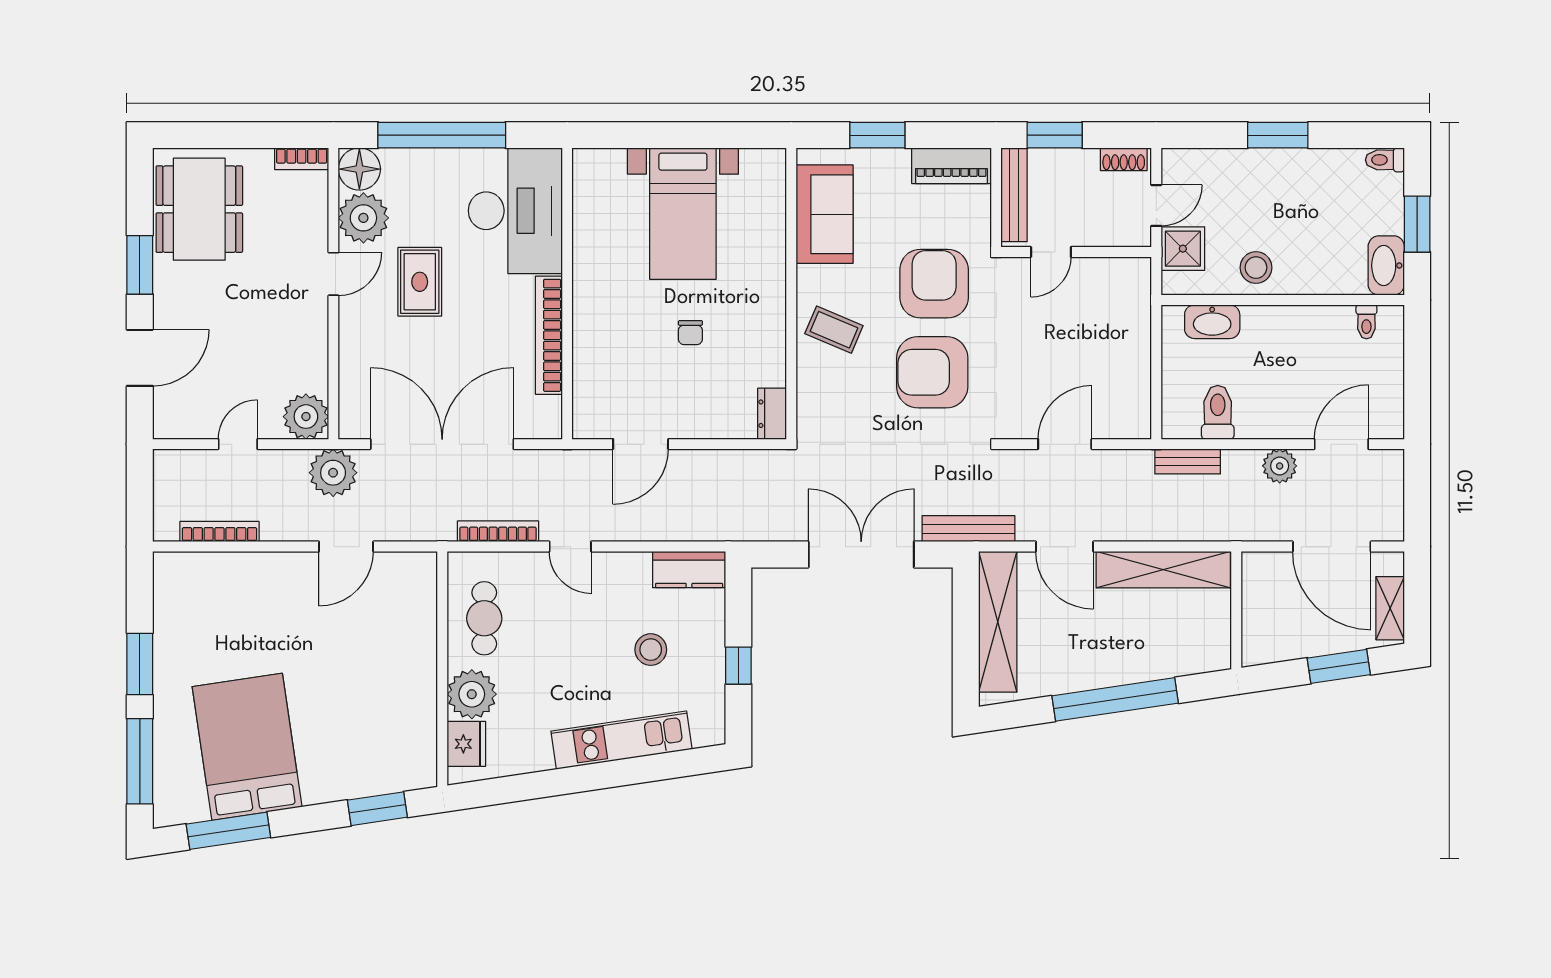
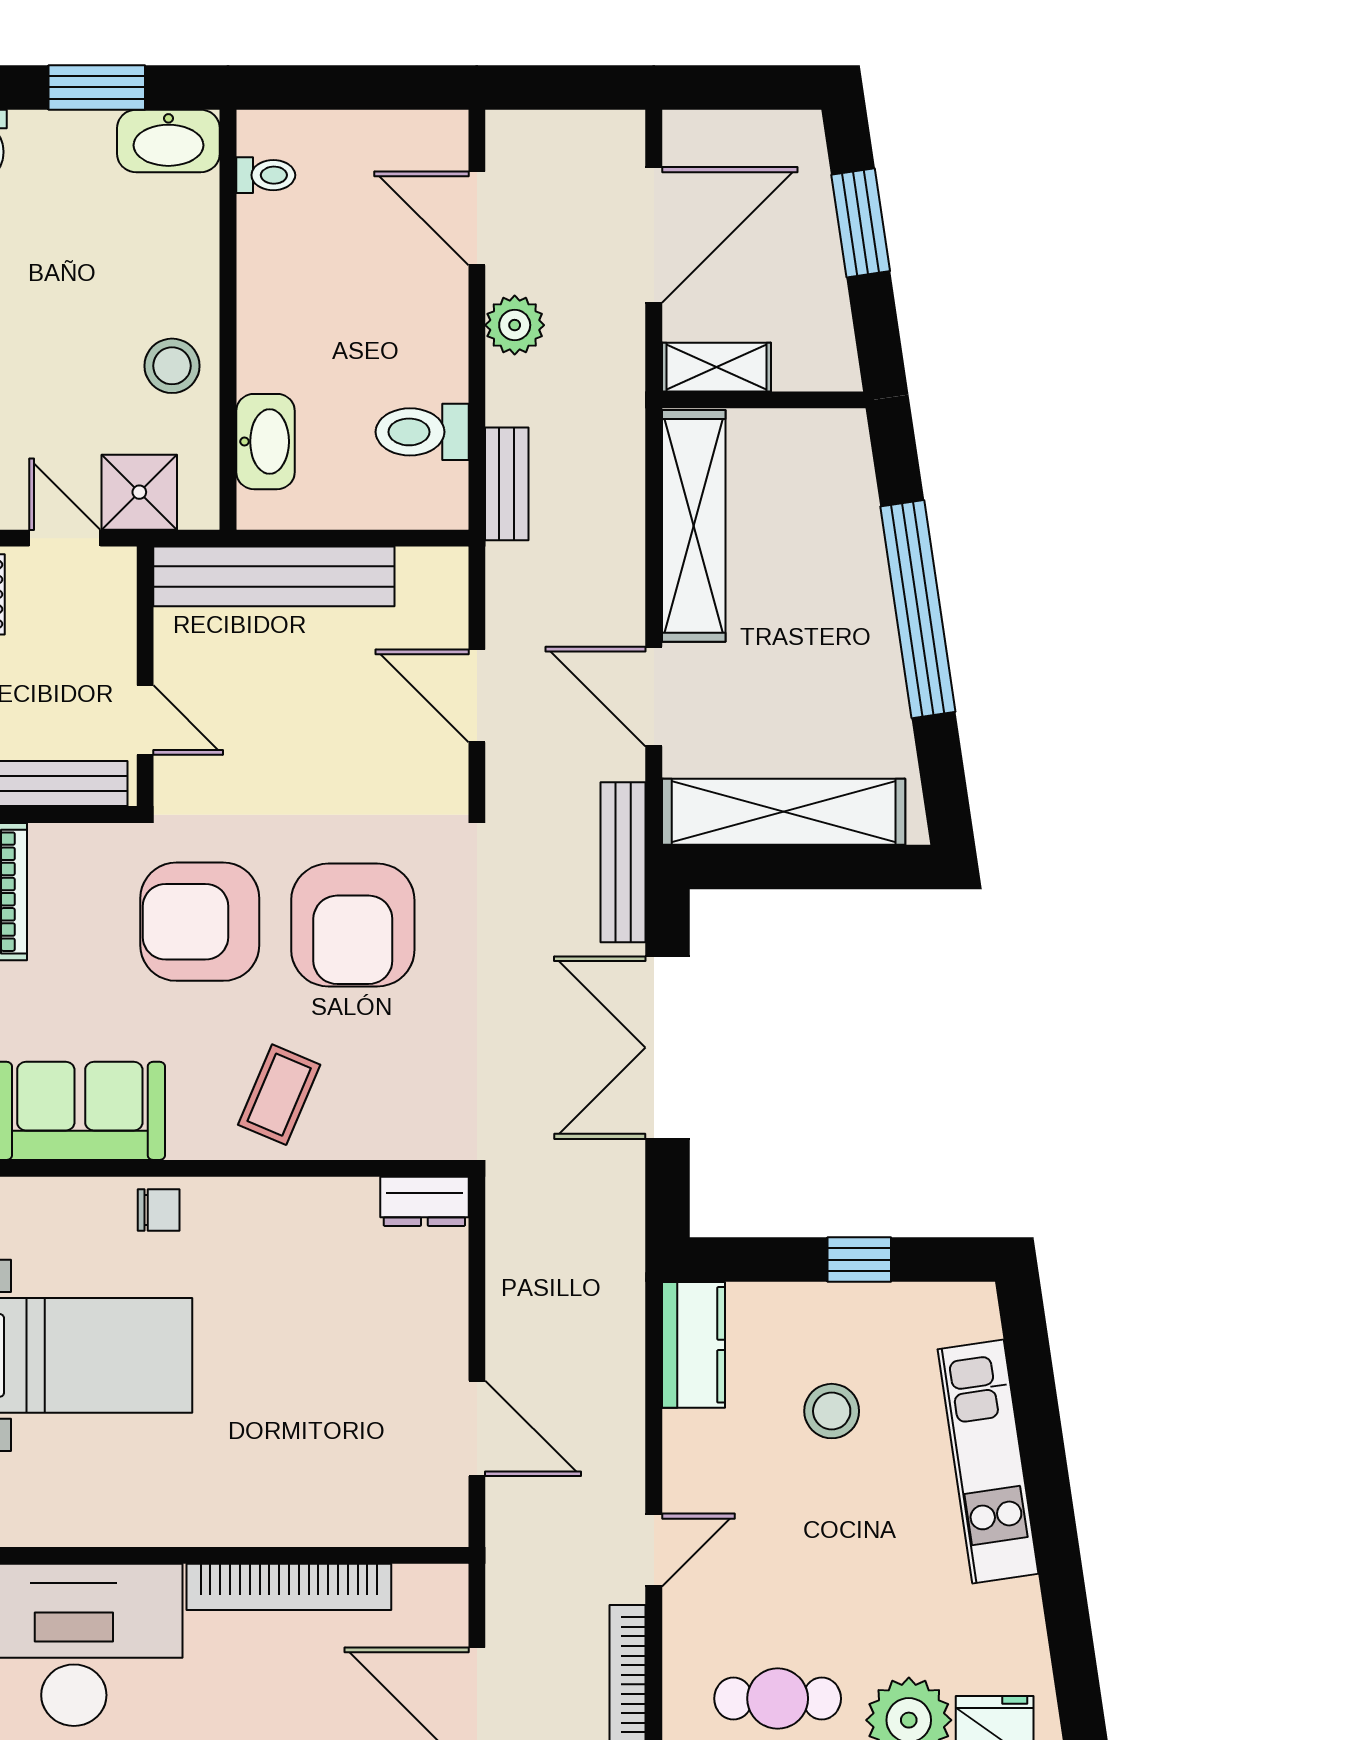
bench: (1134, 327) -> (274, 576), added
chair: (690, 333) -> (159, 1210), moved
door: (1065, 547) -> (654, 696), swing flipped
shelving: (1390, 608) -> (716, 367), moved

